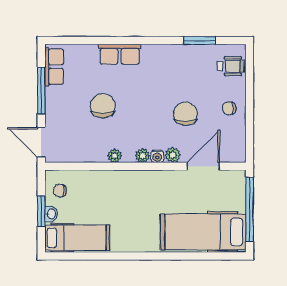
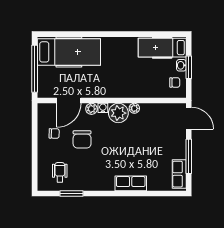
wheelchair: (231, 66) -> (60, 172), moved, turned 90
chair: (103, 106) -> (143, 145), removed
chair: (229, 108) -> (54, 133), moved
plant: (142, 156) -> (118, 113), width x1.87, depth x1.87

